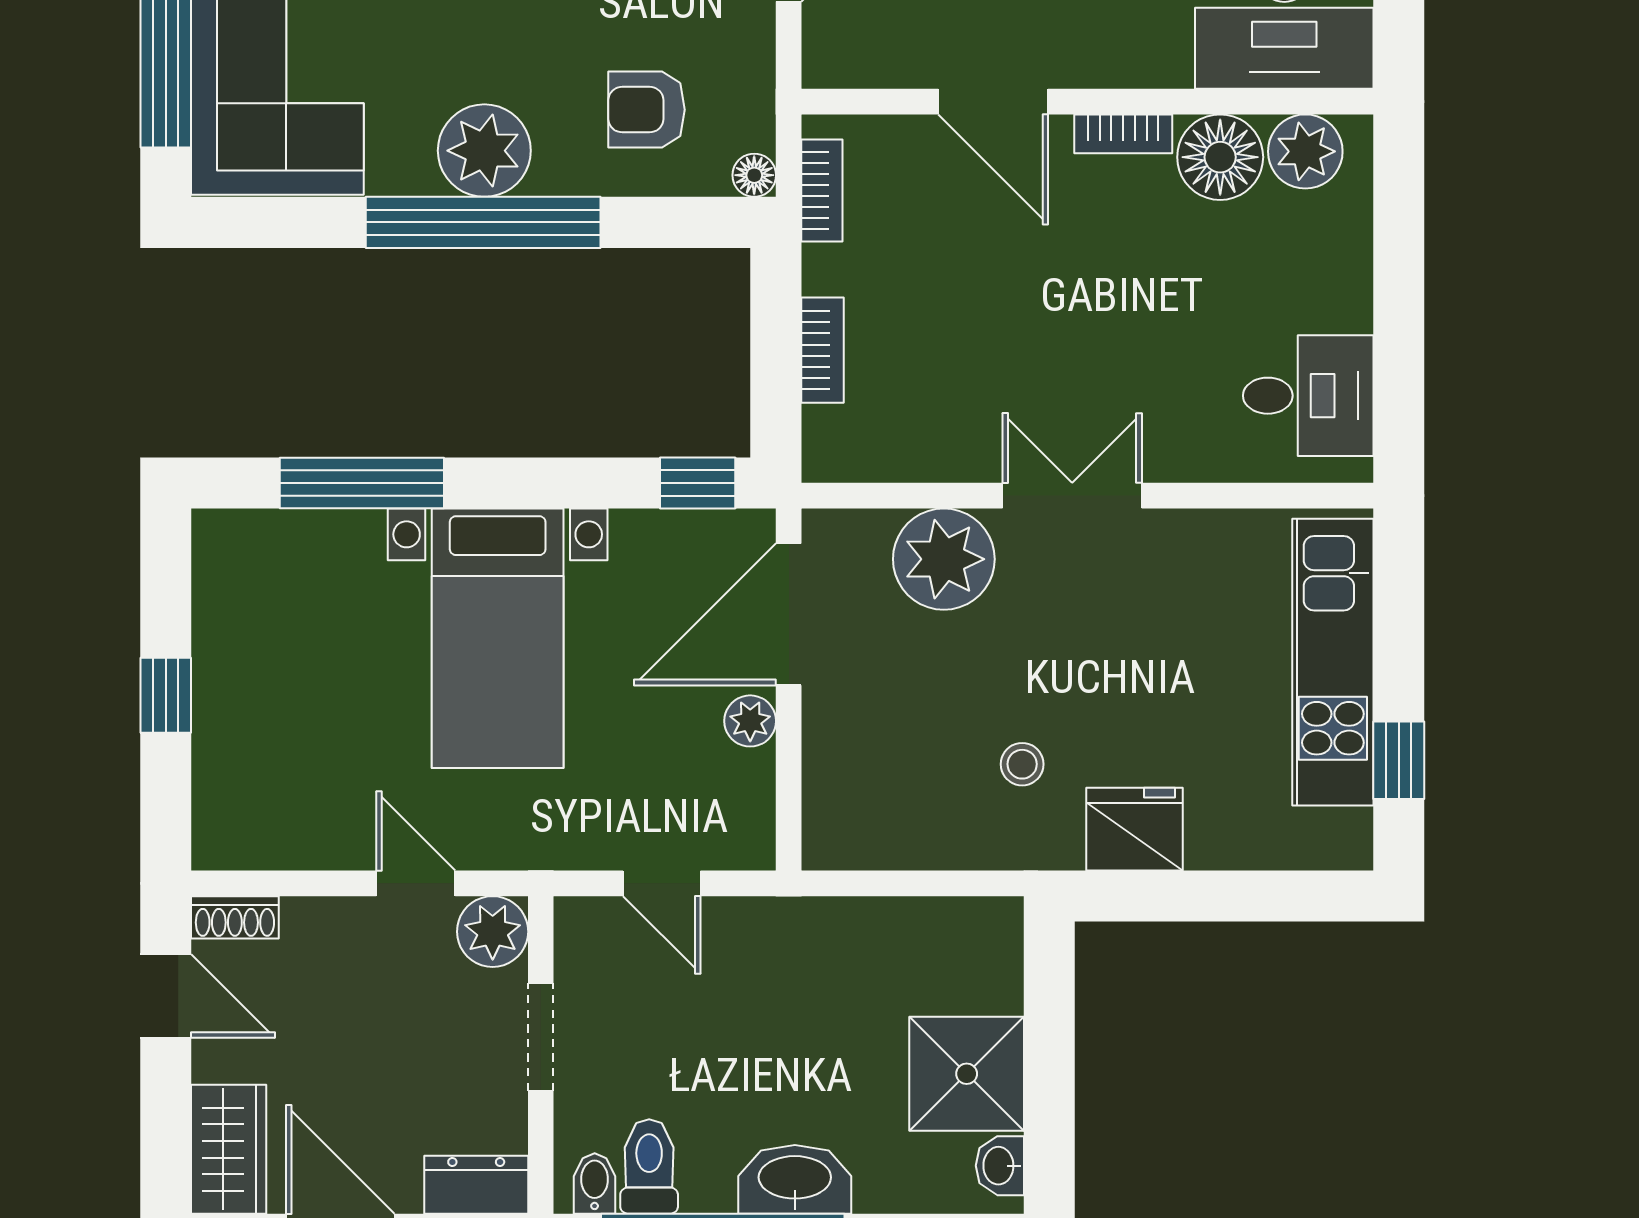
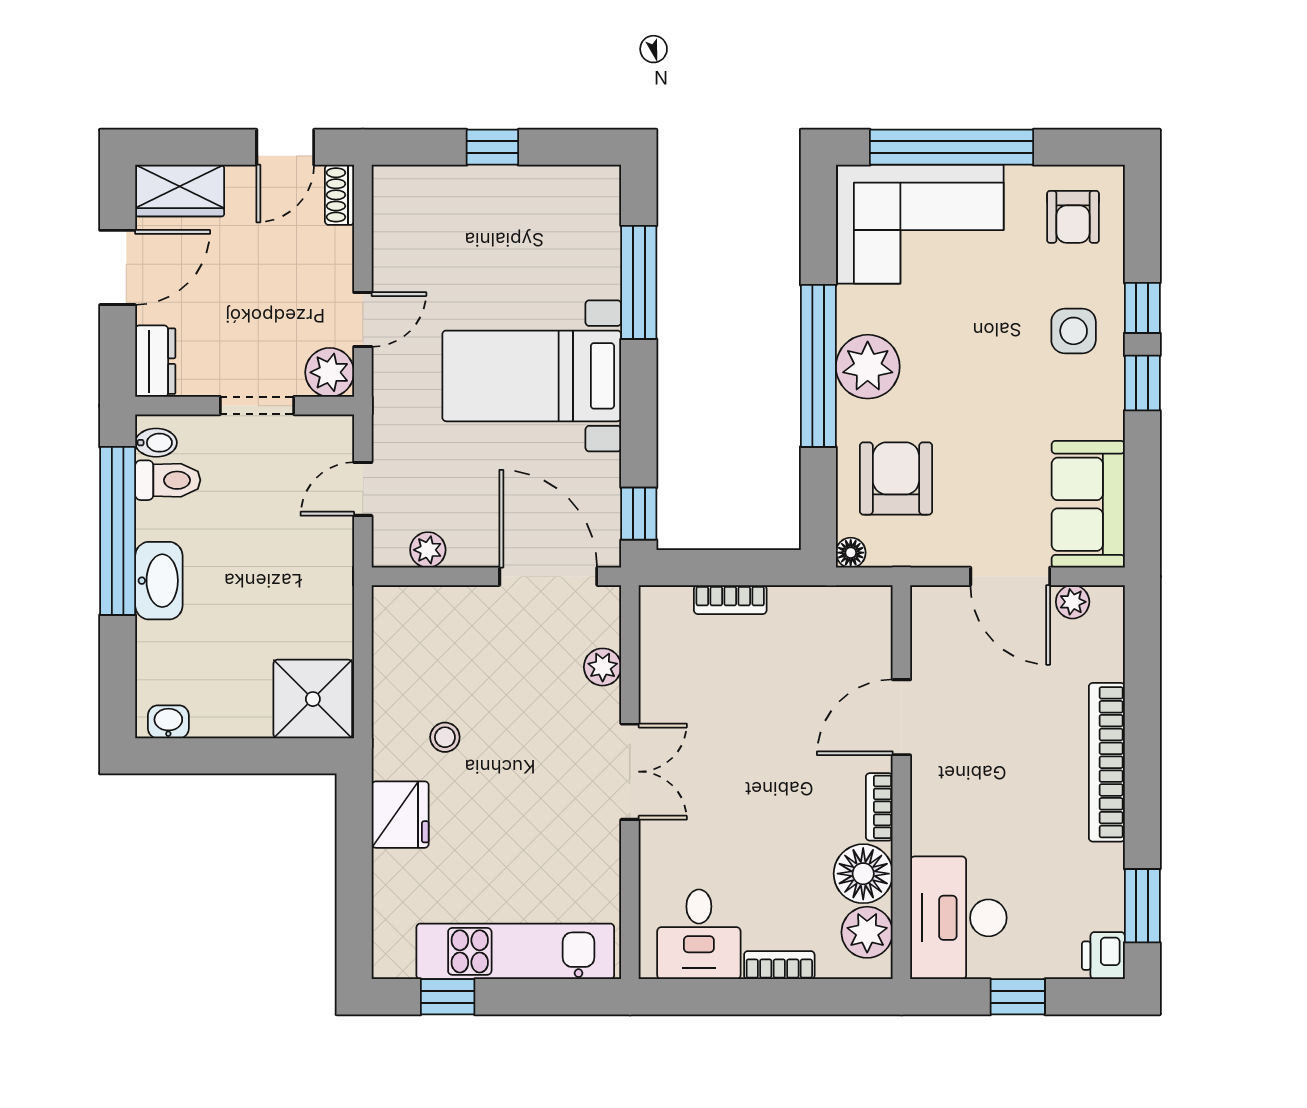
armchair: (647, 110) -> (896, 479), width x1.38, depth x1.38
bookcase: (822, 191) -> (779, 965), moved, turned 180
plant: (944, 559) -> (603, 667), width x0.53, depth x0.53
plant: (750, 721) -> (428, 550), moved
shower: (967, 1074) -> (313, 699), moved

